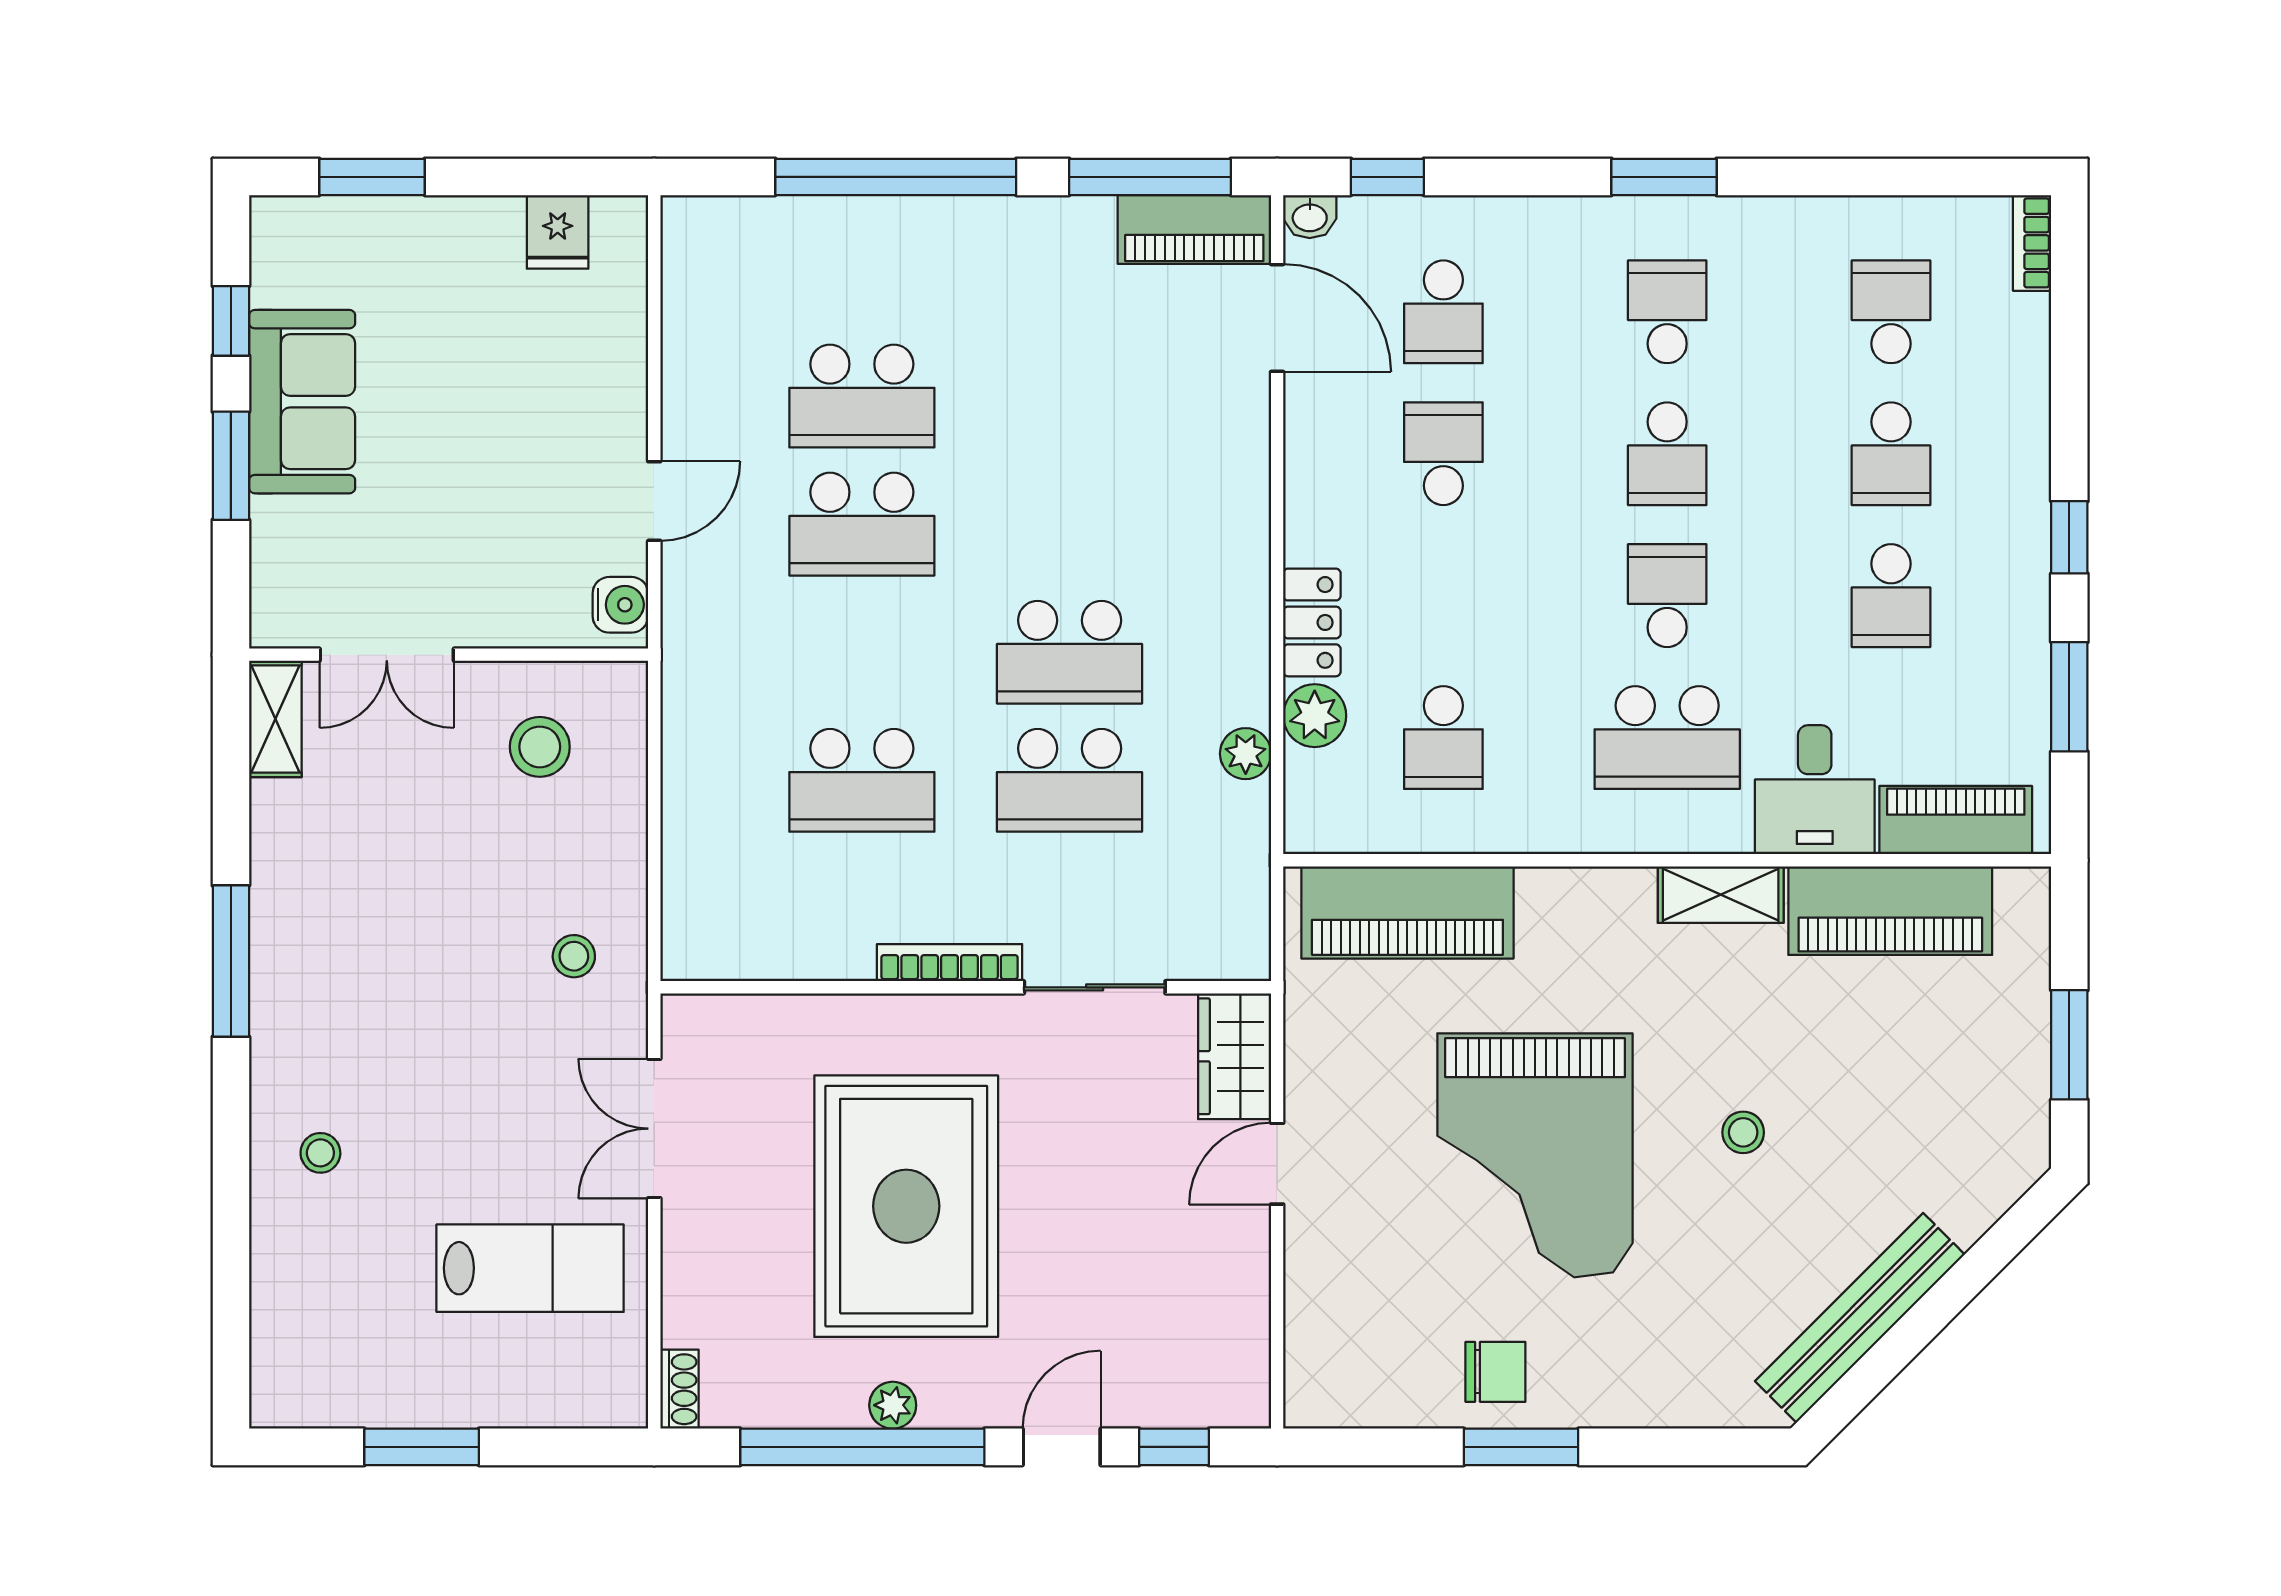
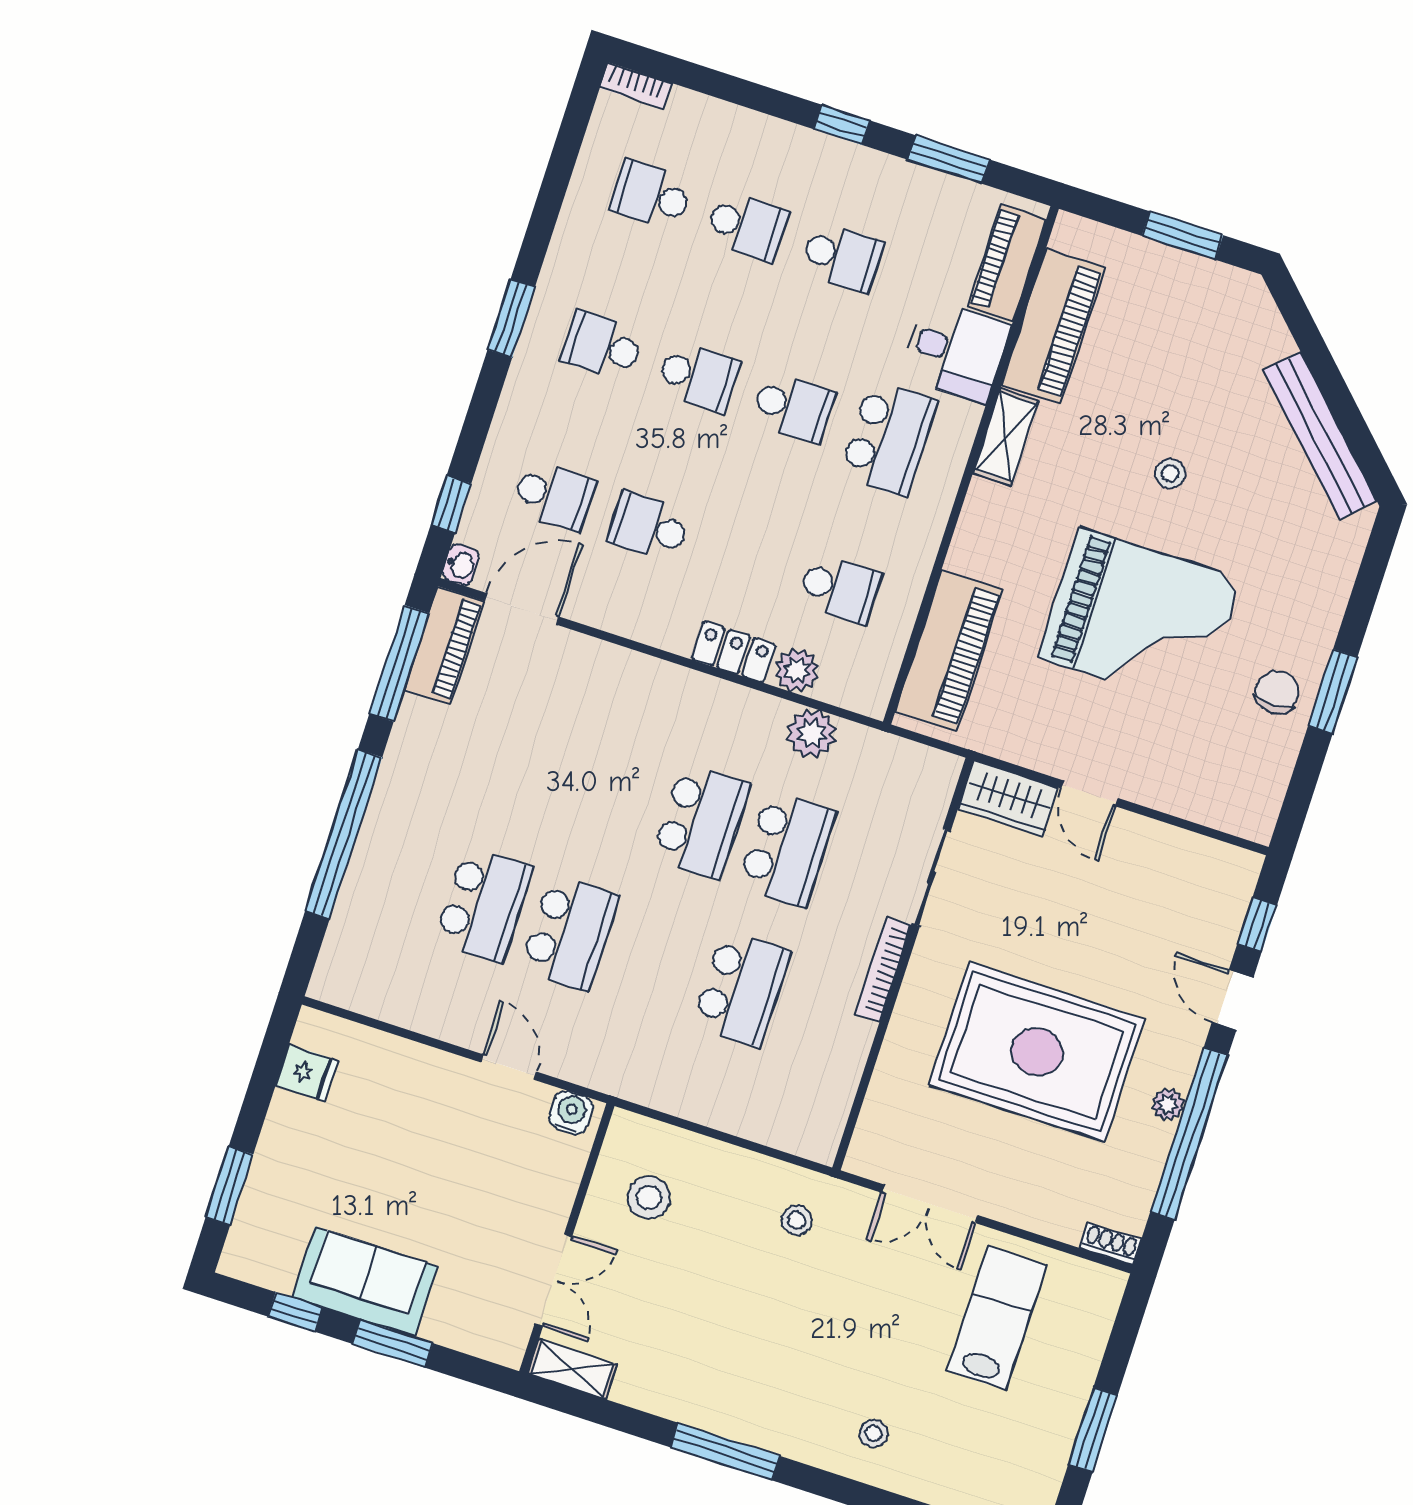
school desk: (1667, 596) -> (793, 408), turned 180
plant: (1246, 754) -> (812, 734), width x1.38, depth x1.38

